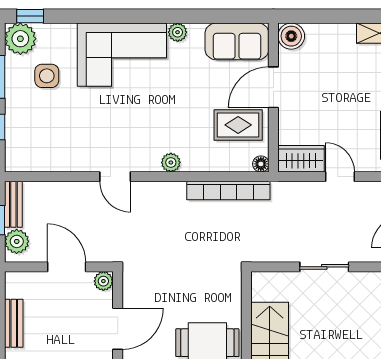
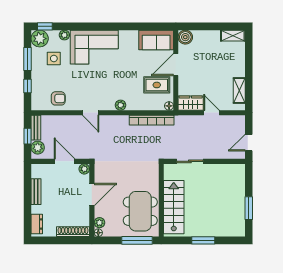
plant: (178, 32) -> (64, 35), moved
armchair: (55, 150) -> (58, 98), added
sliding door: (324, 267) -> (190, 161), moved

